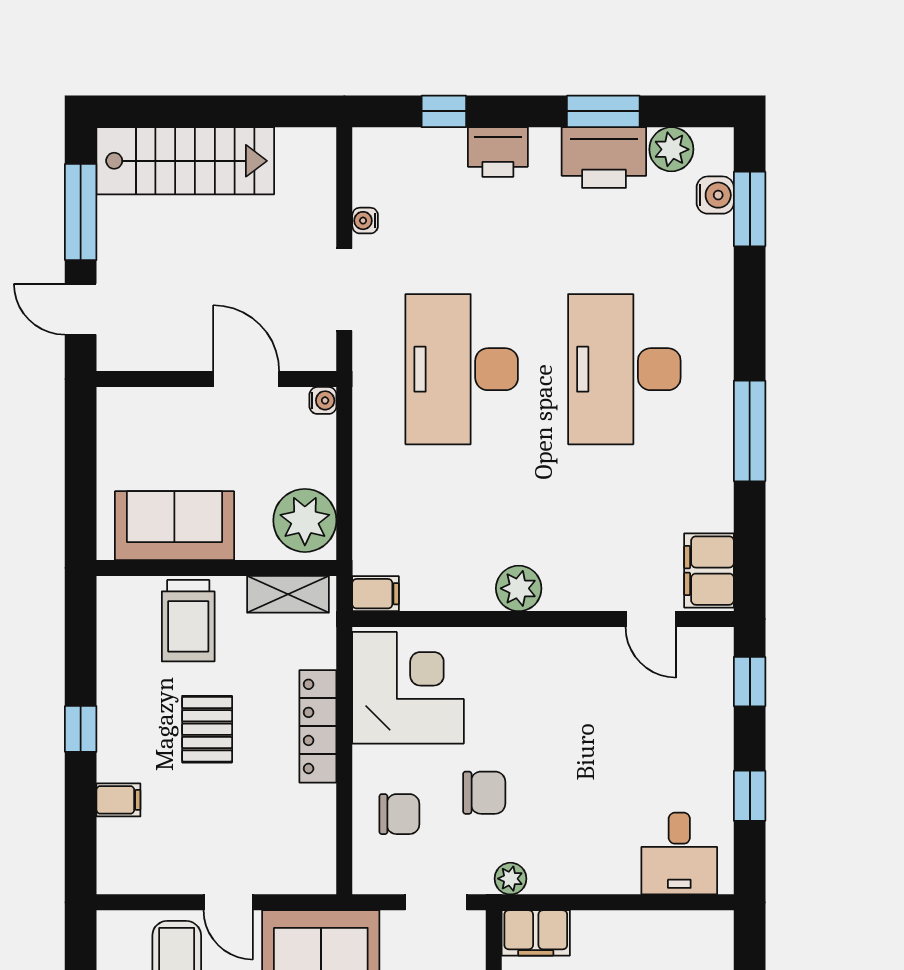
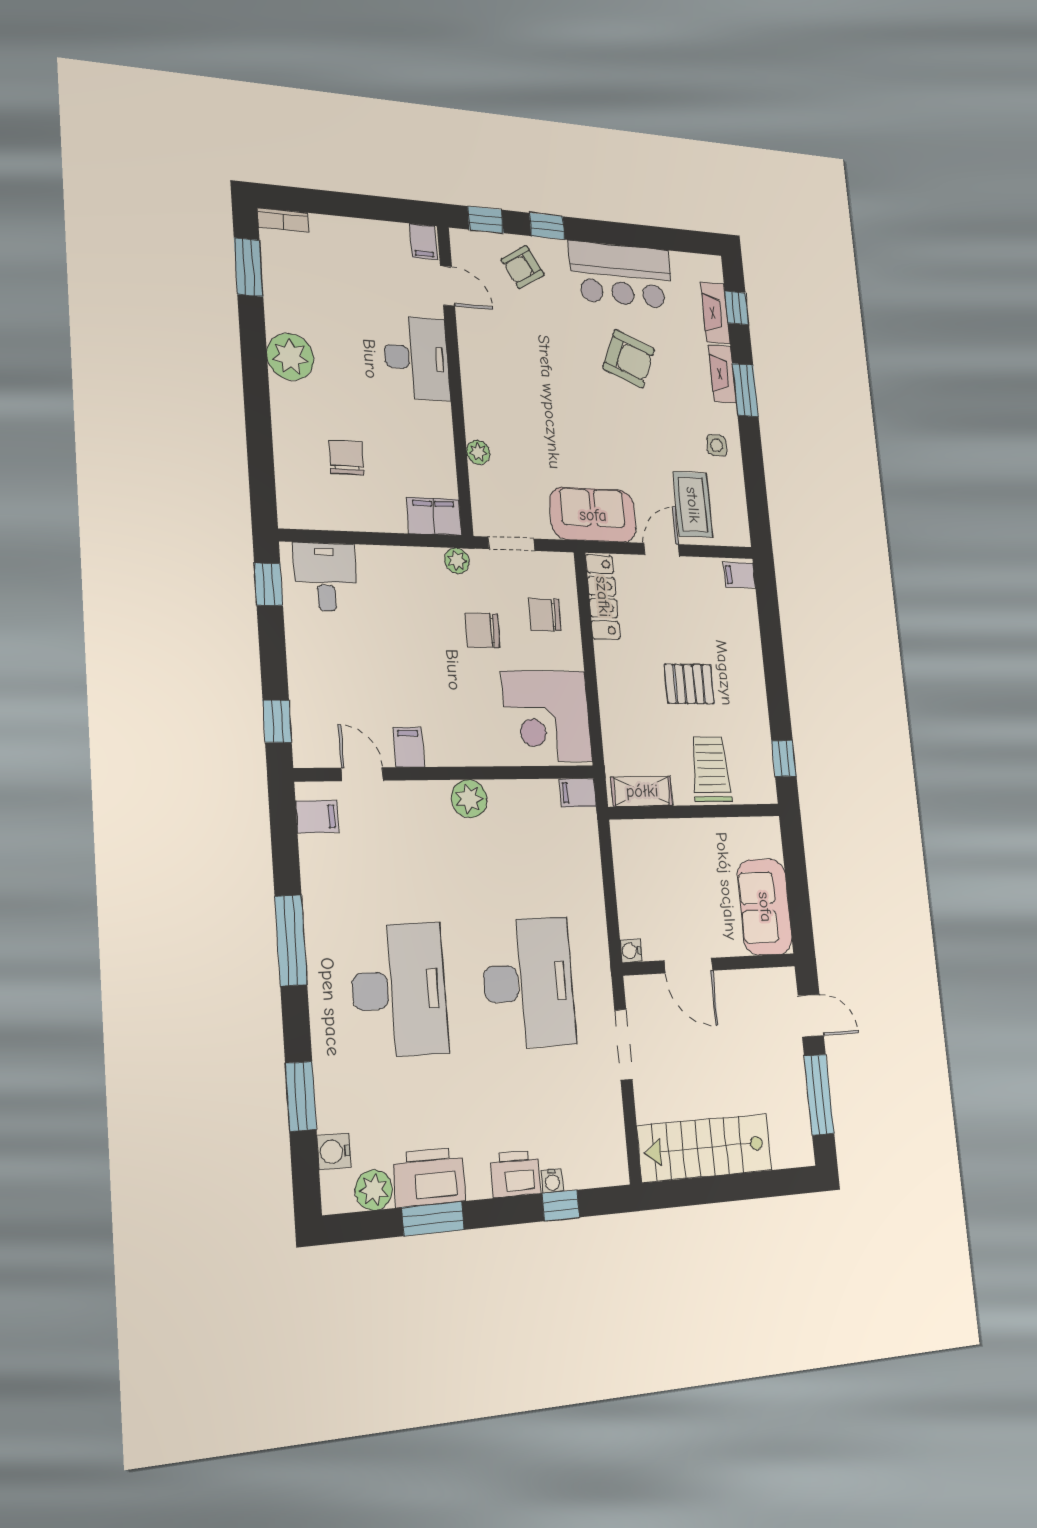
stairs: (185, 161) -> (705, 1148), moved
window: (750, 209) -> (301, 1096), moved
water cooler: (365, 221) -> (552, 1181), moved, turned 90
plant: (305, 520) -> (635, 851), removed
sofa: (174, 526) -> (765, 907), moved, turned 90
filing cabinet: (709, 571) -> (317, 817), width x0.50
filing cabinet: (590, 651) -> (409, 747), added
locker: (318, 726) -> (603, 597), moved
window: (81, 729) -> (784, 758), moved
pallet: (207, 729) -> (689, 684), turned 90
window: (750, 796) -> (268, 584), moved
filing cabinet: (118, 800) -> (739, 575), moved
door: (228, 902) -> (662, 550), hinge flipped

